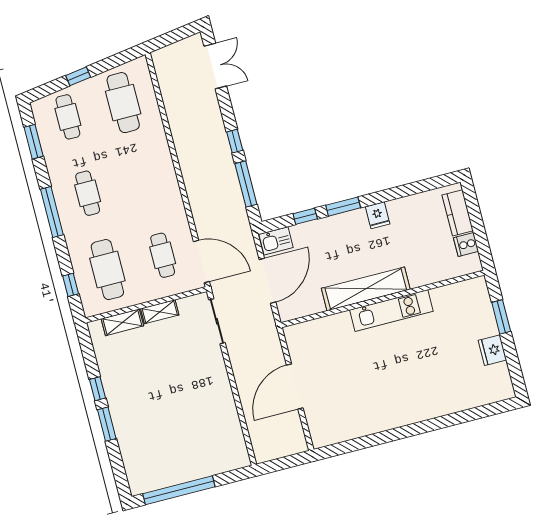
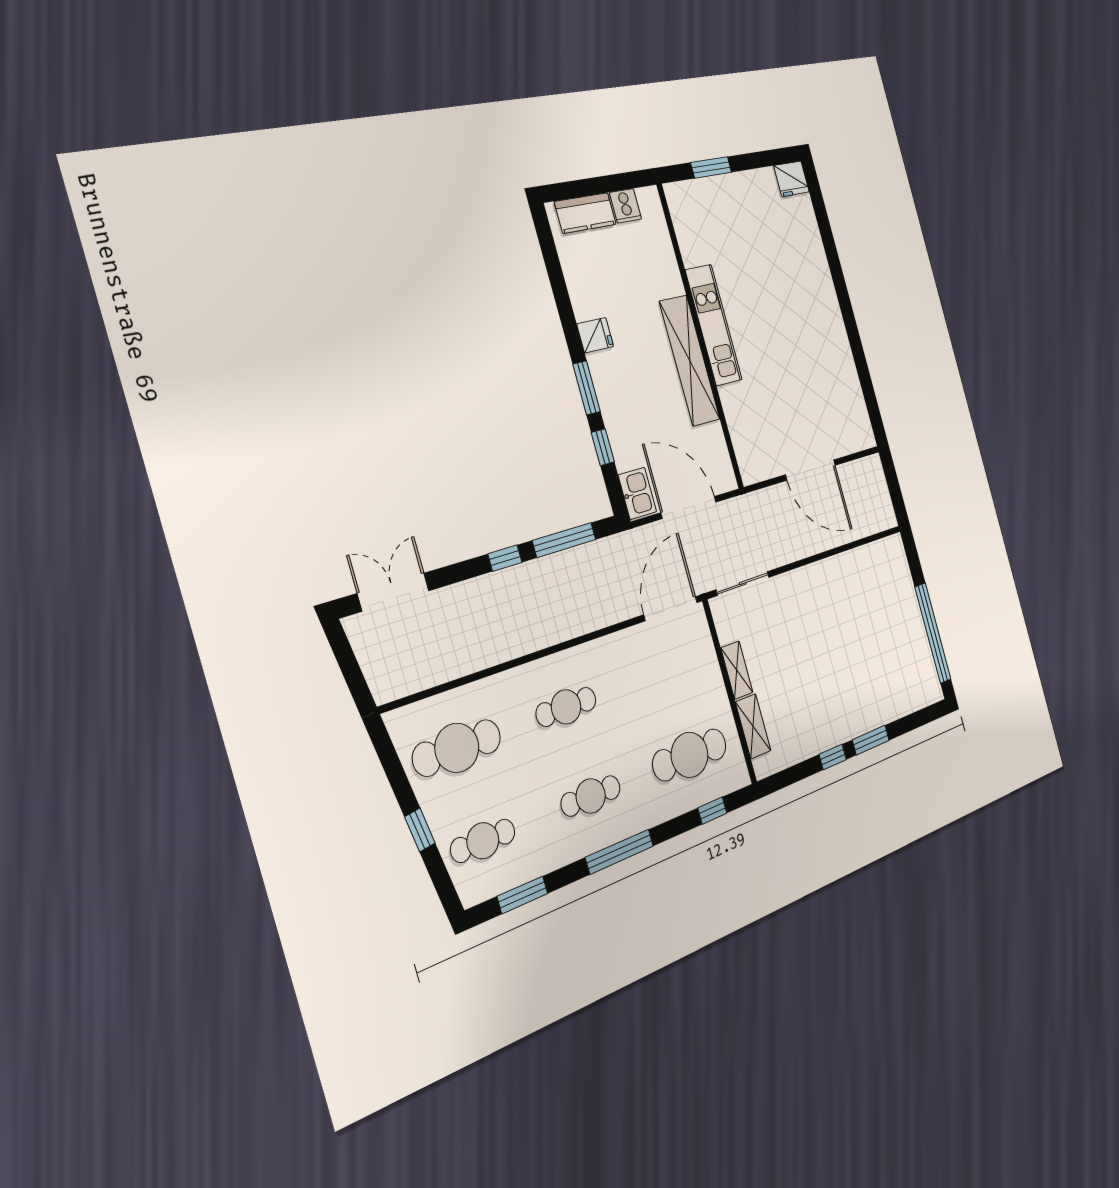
cafe table: (163, 255) -> (566, 707), moved
fridge: (492, 350) -> (791, 179), moved

